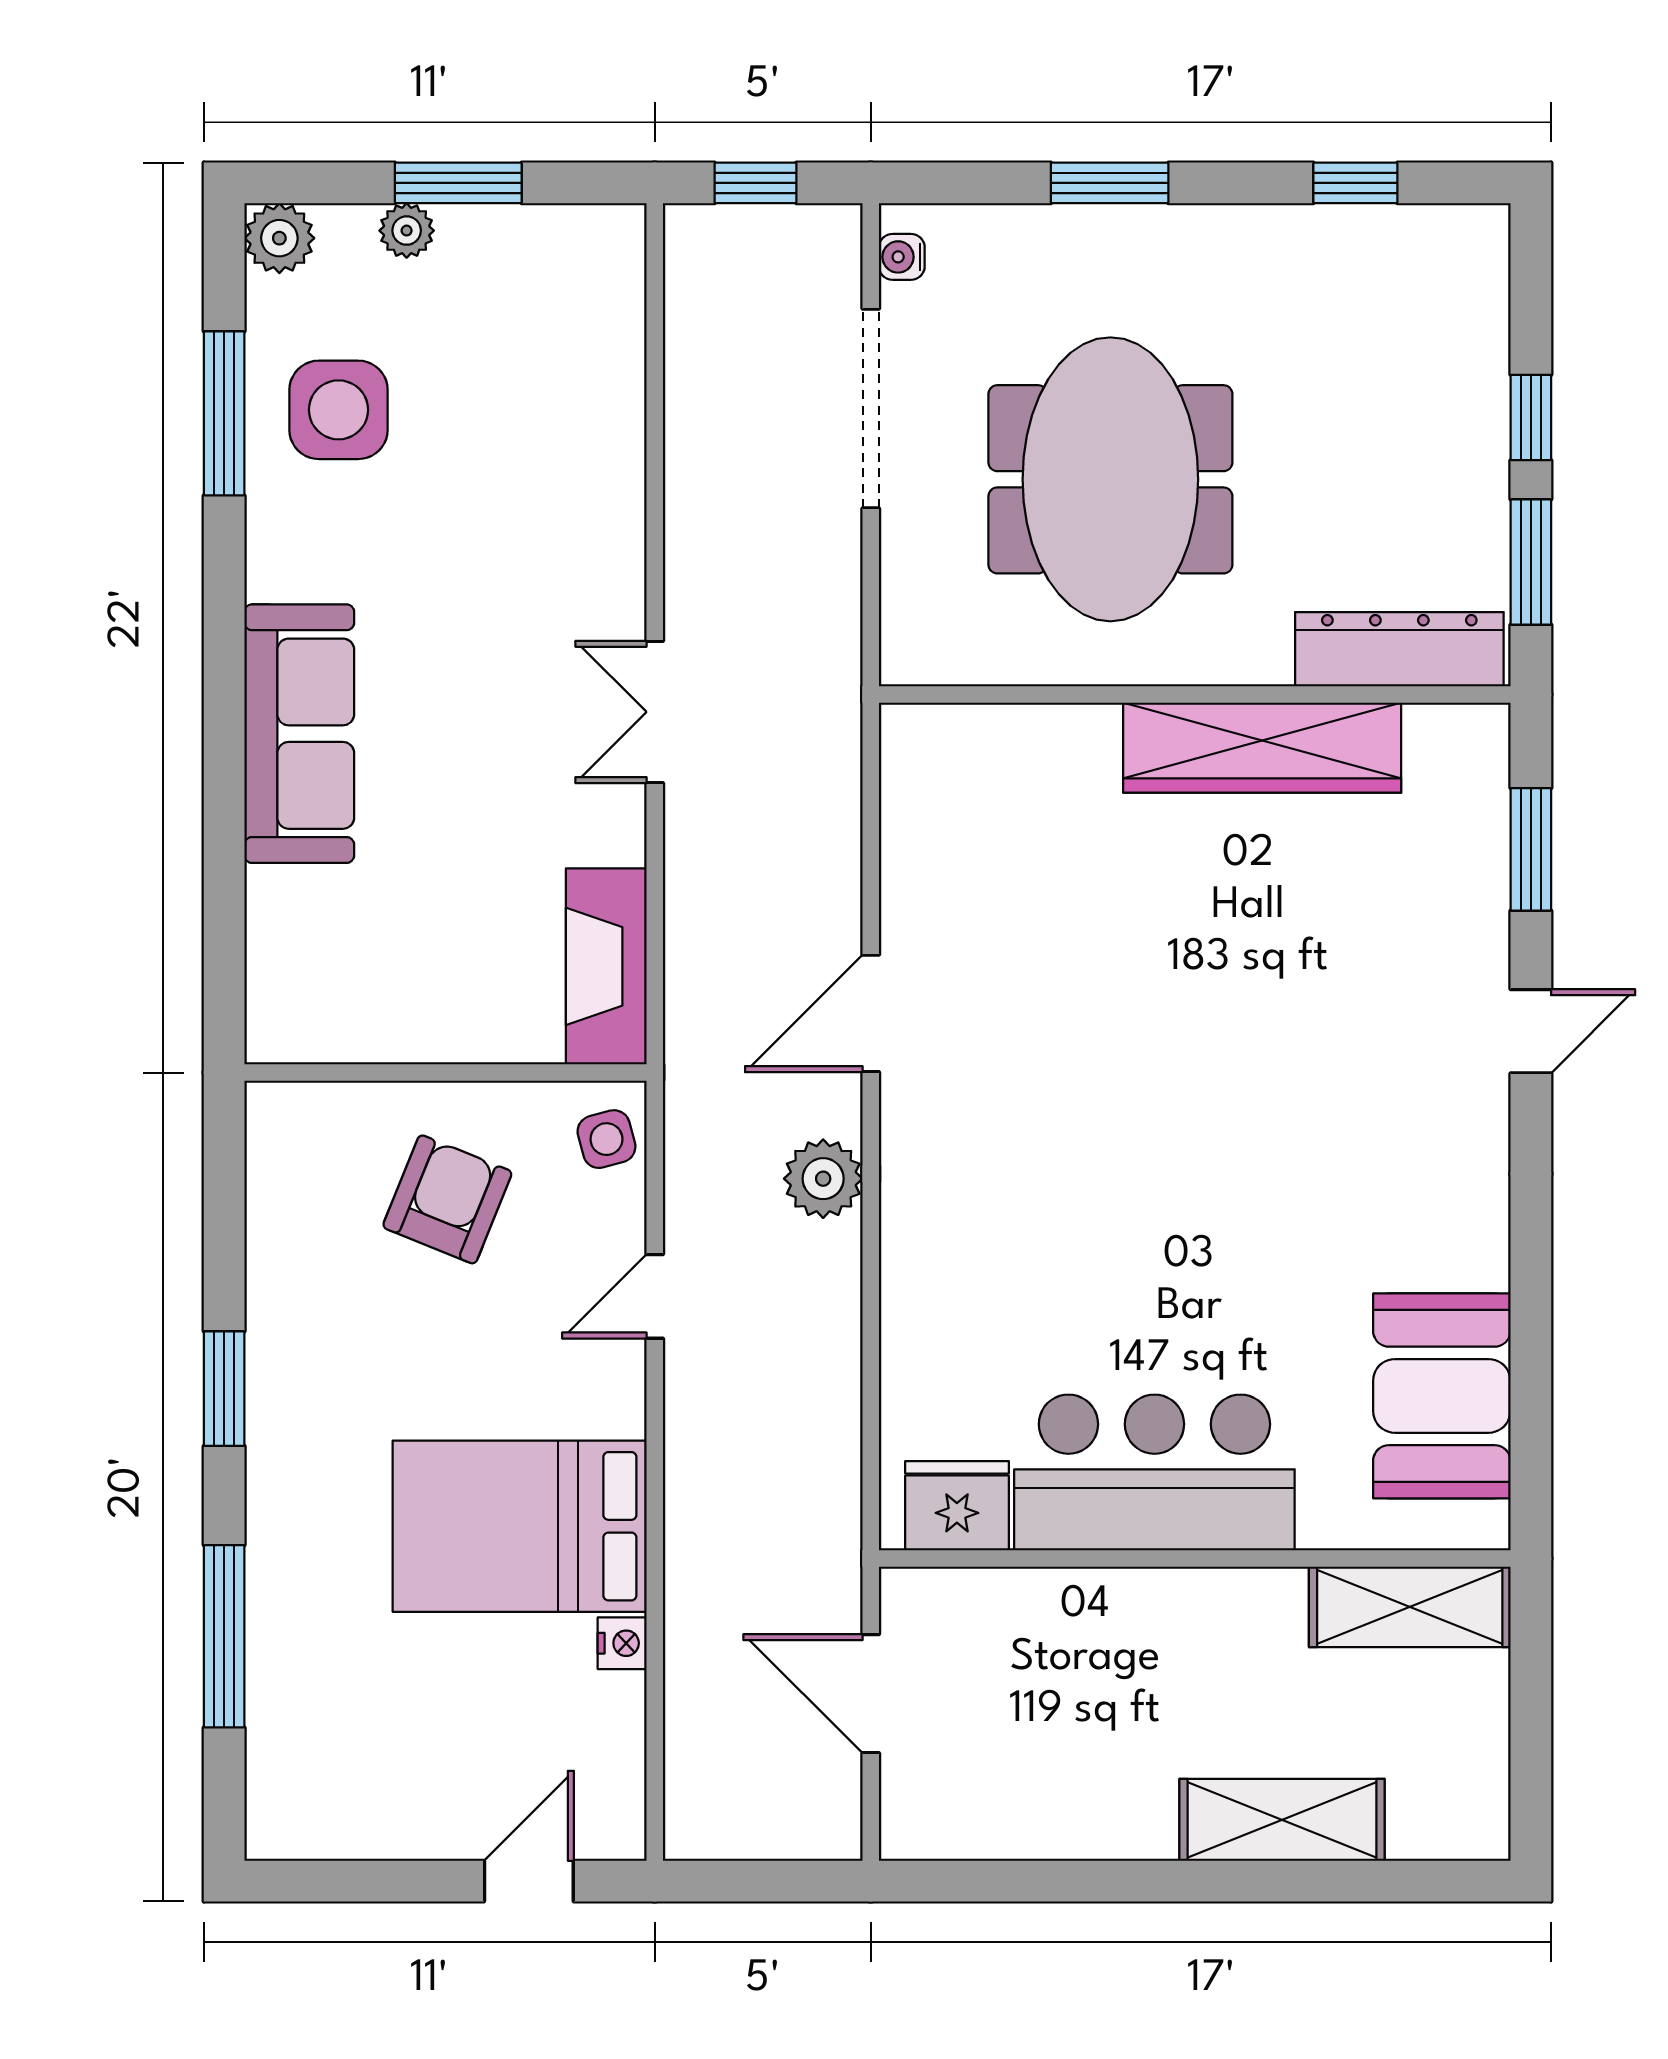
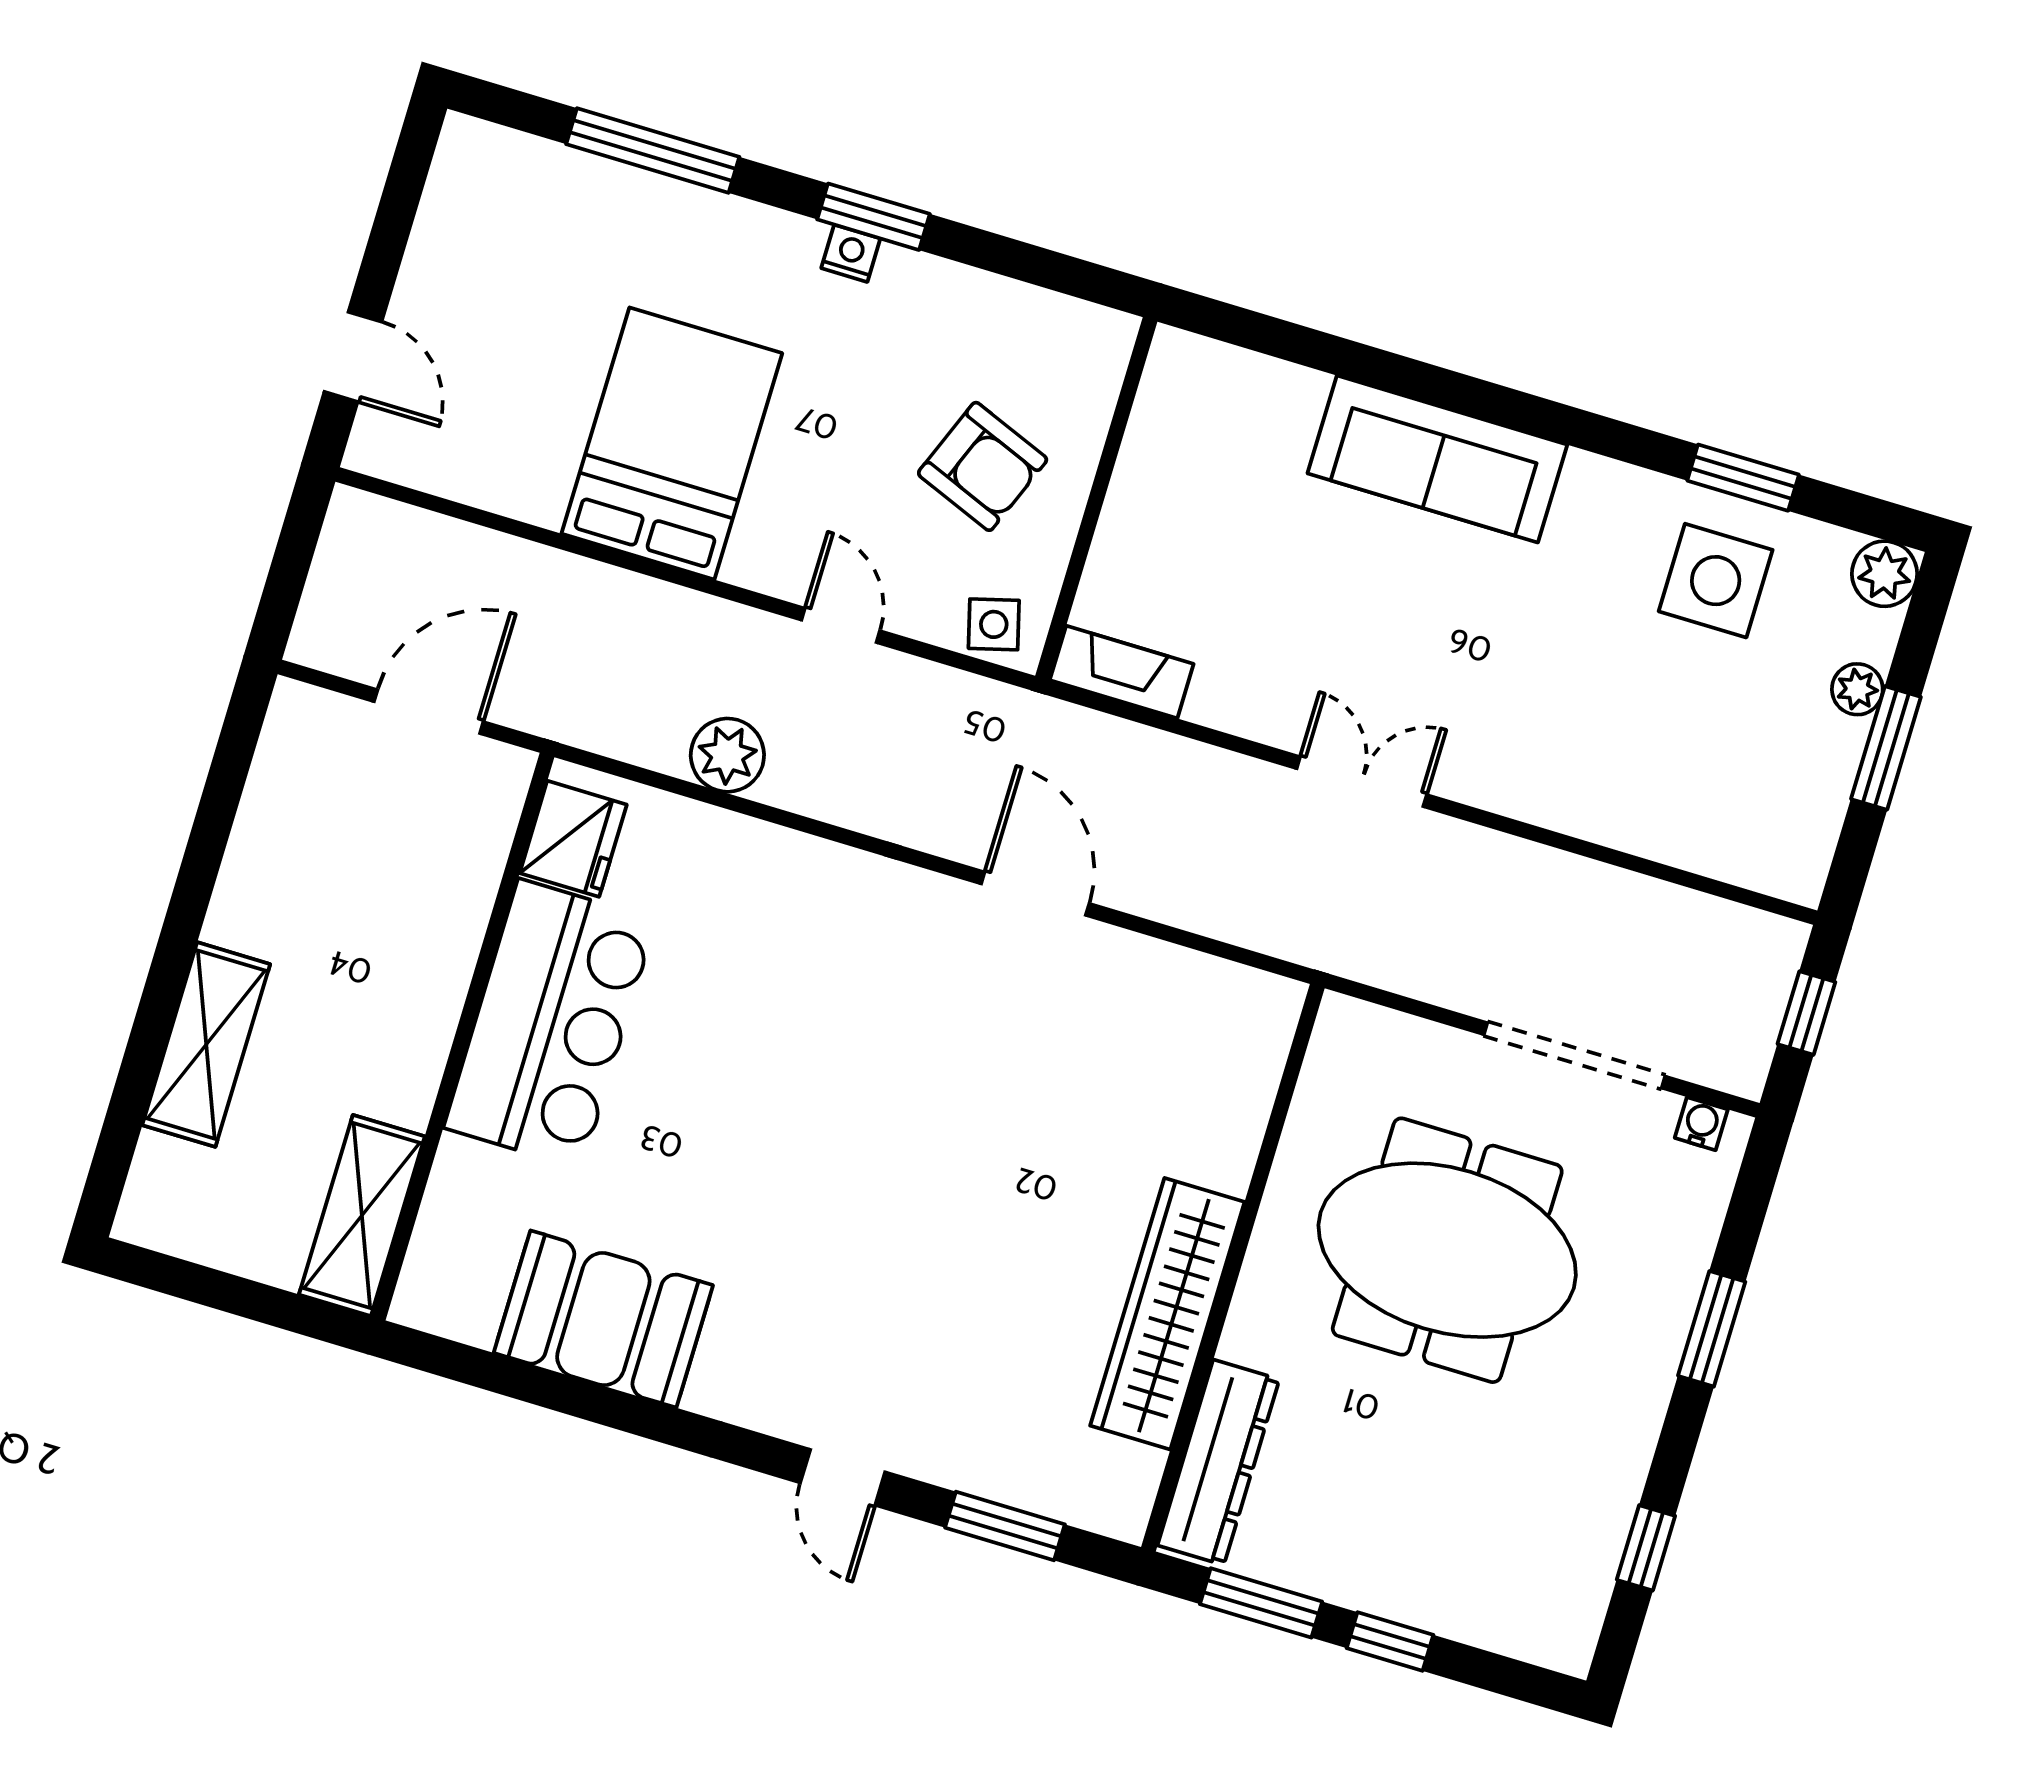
window: (224, 413) -> (1743, 478), width x0.69
fireplace: (606, 966) -> (1122, 672), width x0.73, depth x0.76
plant: (823, 1179) -> (727, 755), moved
booth: (1442, 1396) -> (603, 1319), moved
nightstand: (622, 1643) -> (851, 253), moved, turned 180

